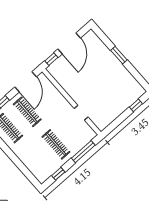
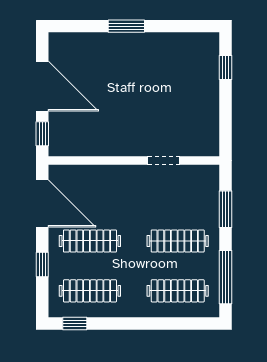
window: (83, 152) -> (225, 209), width x0.69
clothes rail: (38, 161) -> (178, 291), added
window: (58, 174) -> (225, 277), width x2.17

